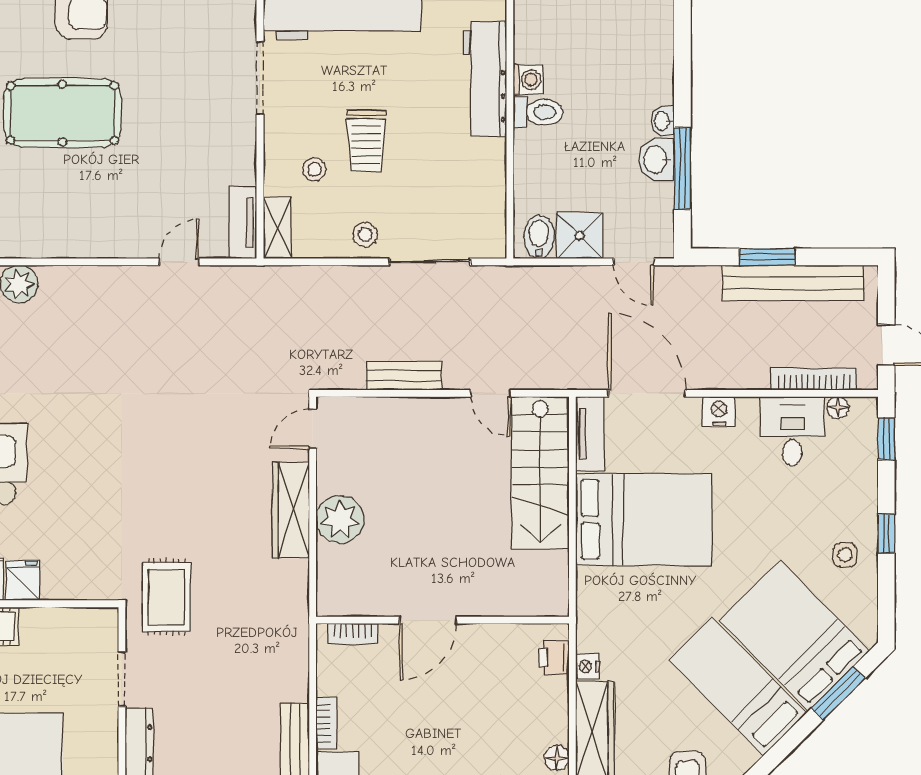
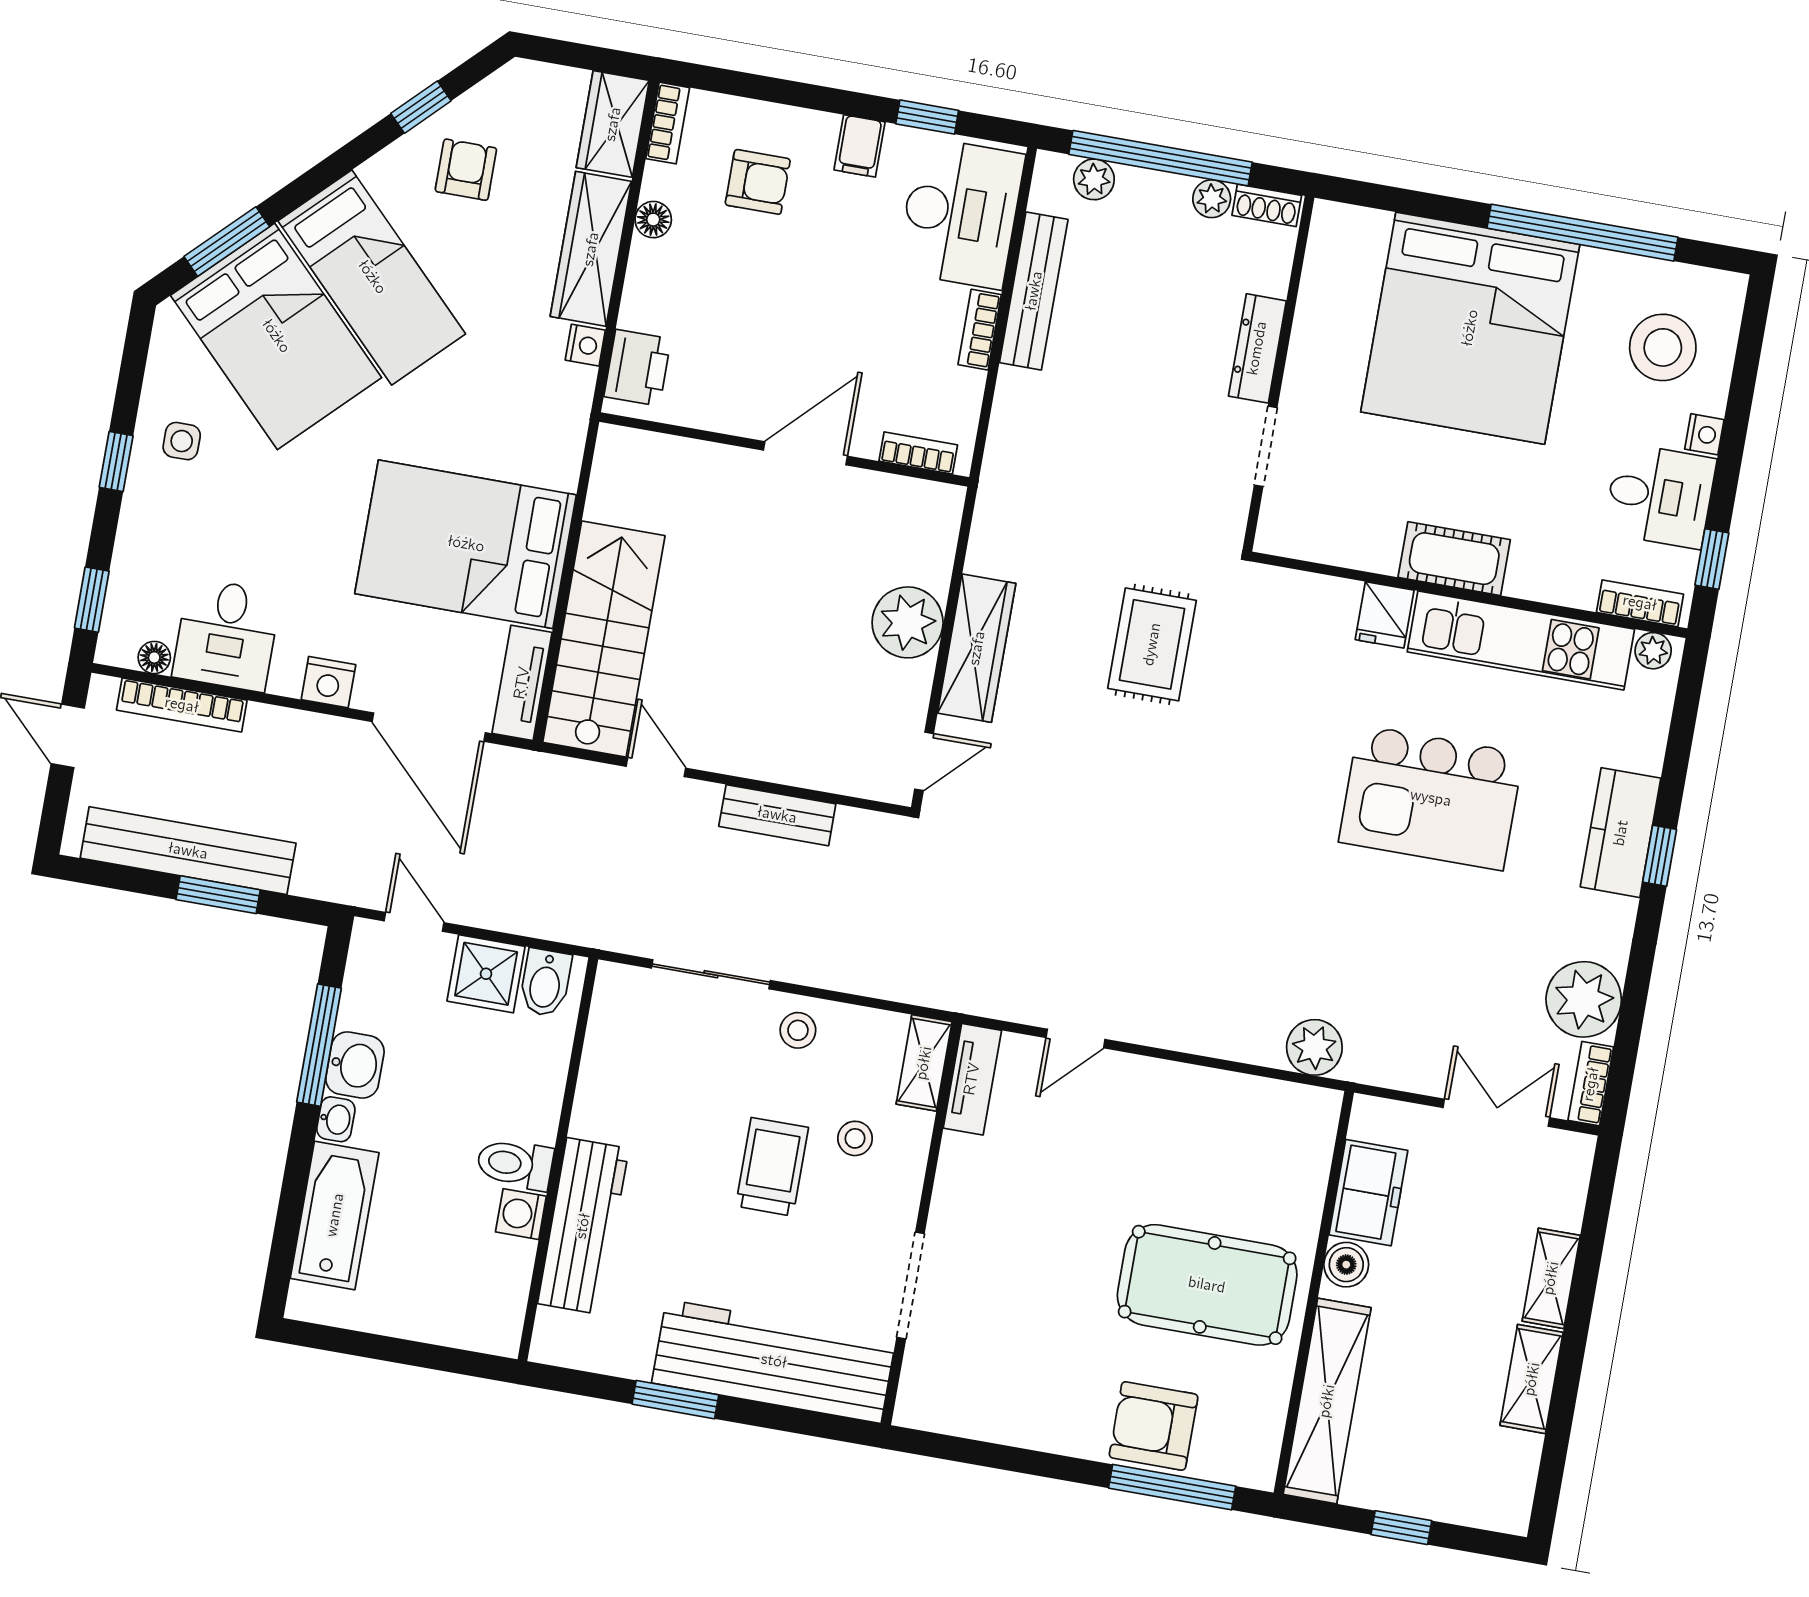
bathtub: (652, 57) -> (335, 1215), added
rug: (166, 597) -> (1152, 644), moved
printer: (554, 657) -> (637, 368), width x1.36, depth x1.24

